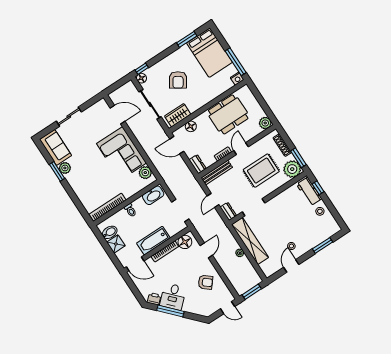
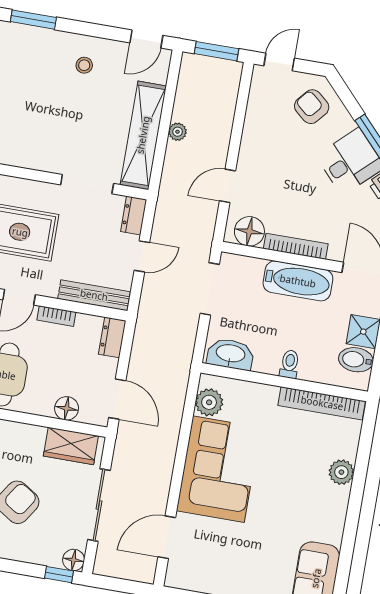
door: (118, 115) -> (167, 537), hinge flipped
plant: (65, 168) -> (341, 472), moved
window: (57, 171) -> (349, 537), removed
door: (291, 266) -> (146, 39), moved
armchair: (205, 282) -> (312, 107), moved
door: (228, 308) -> (279, 62), hinge flipped

